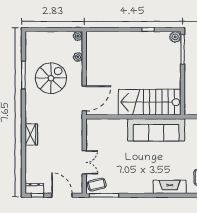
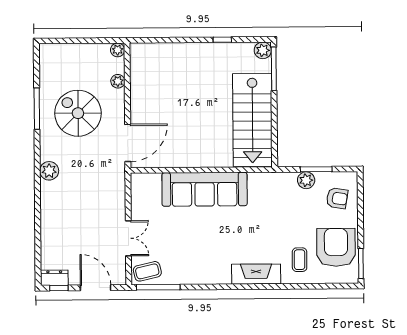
spiral stairs: (51, 78) -> (78, 113), turned -90
stairs: (150, 102) -> (252, 120), moved, turned -90
plant: (31, 117) -> (49, 171), added
sofa: (156, 130) -> (205, 189), moved
wardrobe: (31, 135) -> (49, 197), removed

